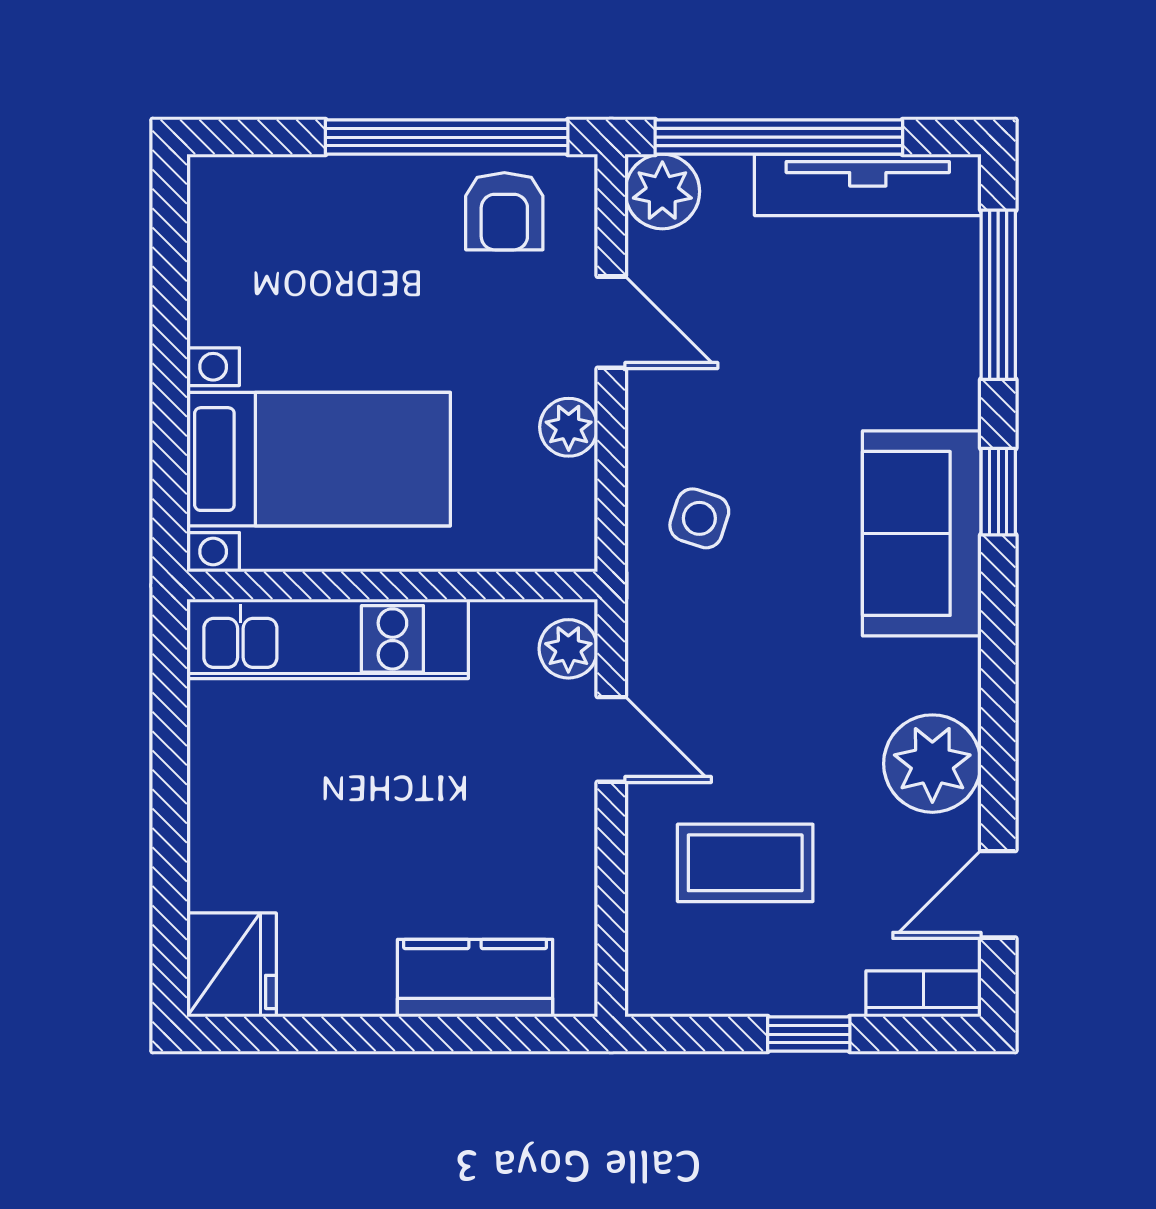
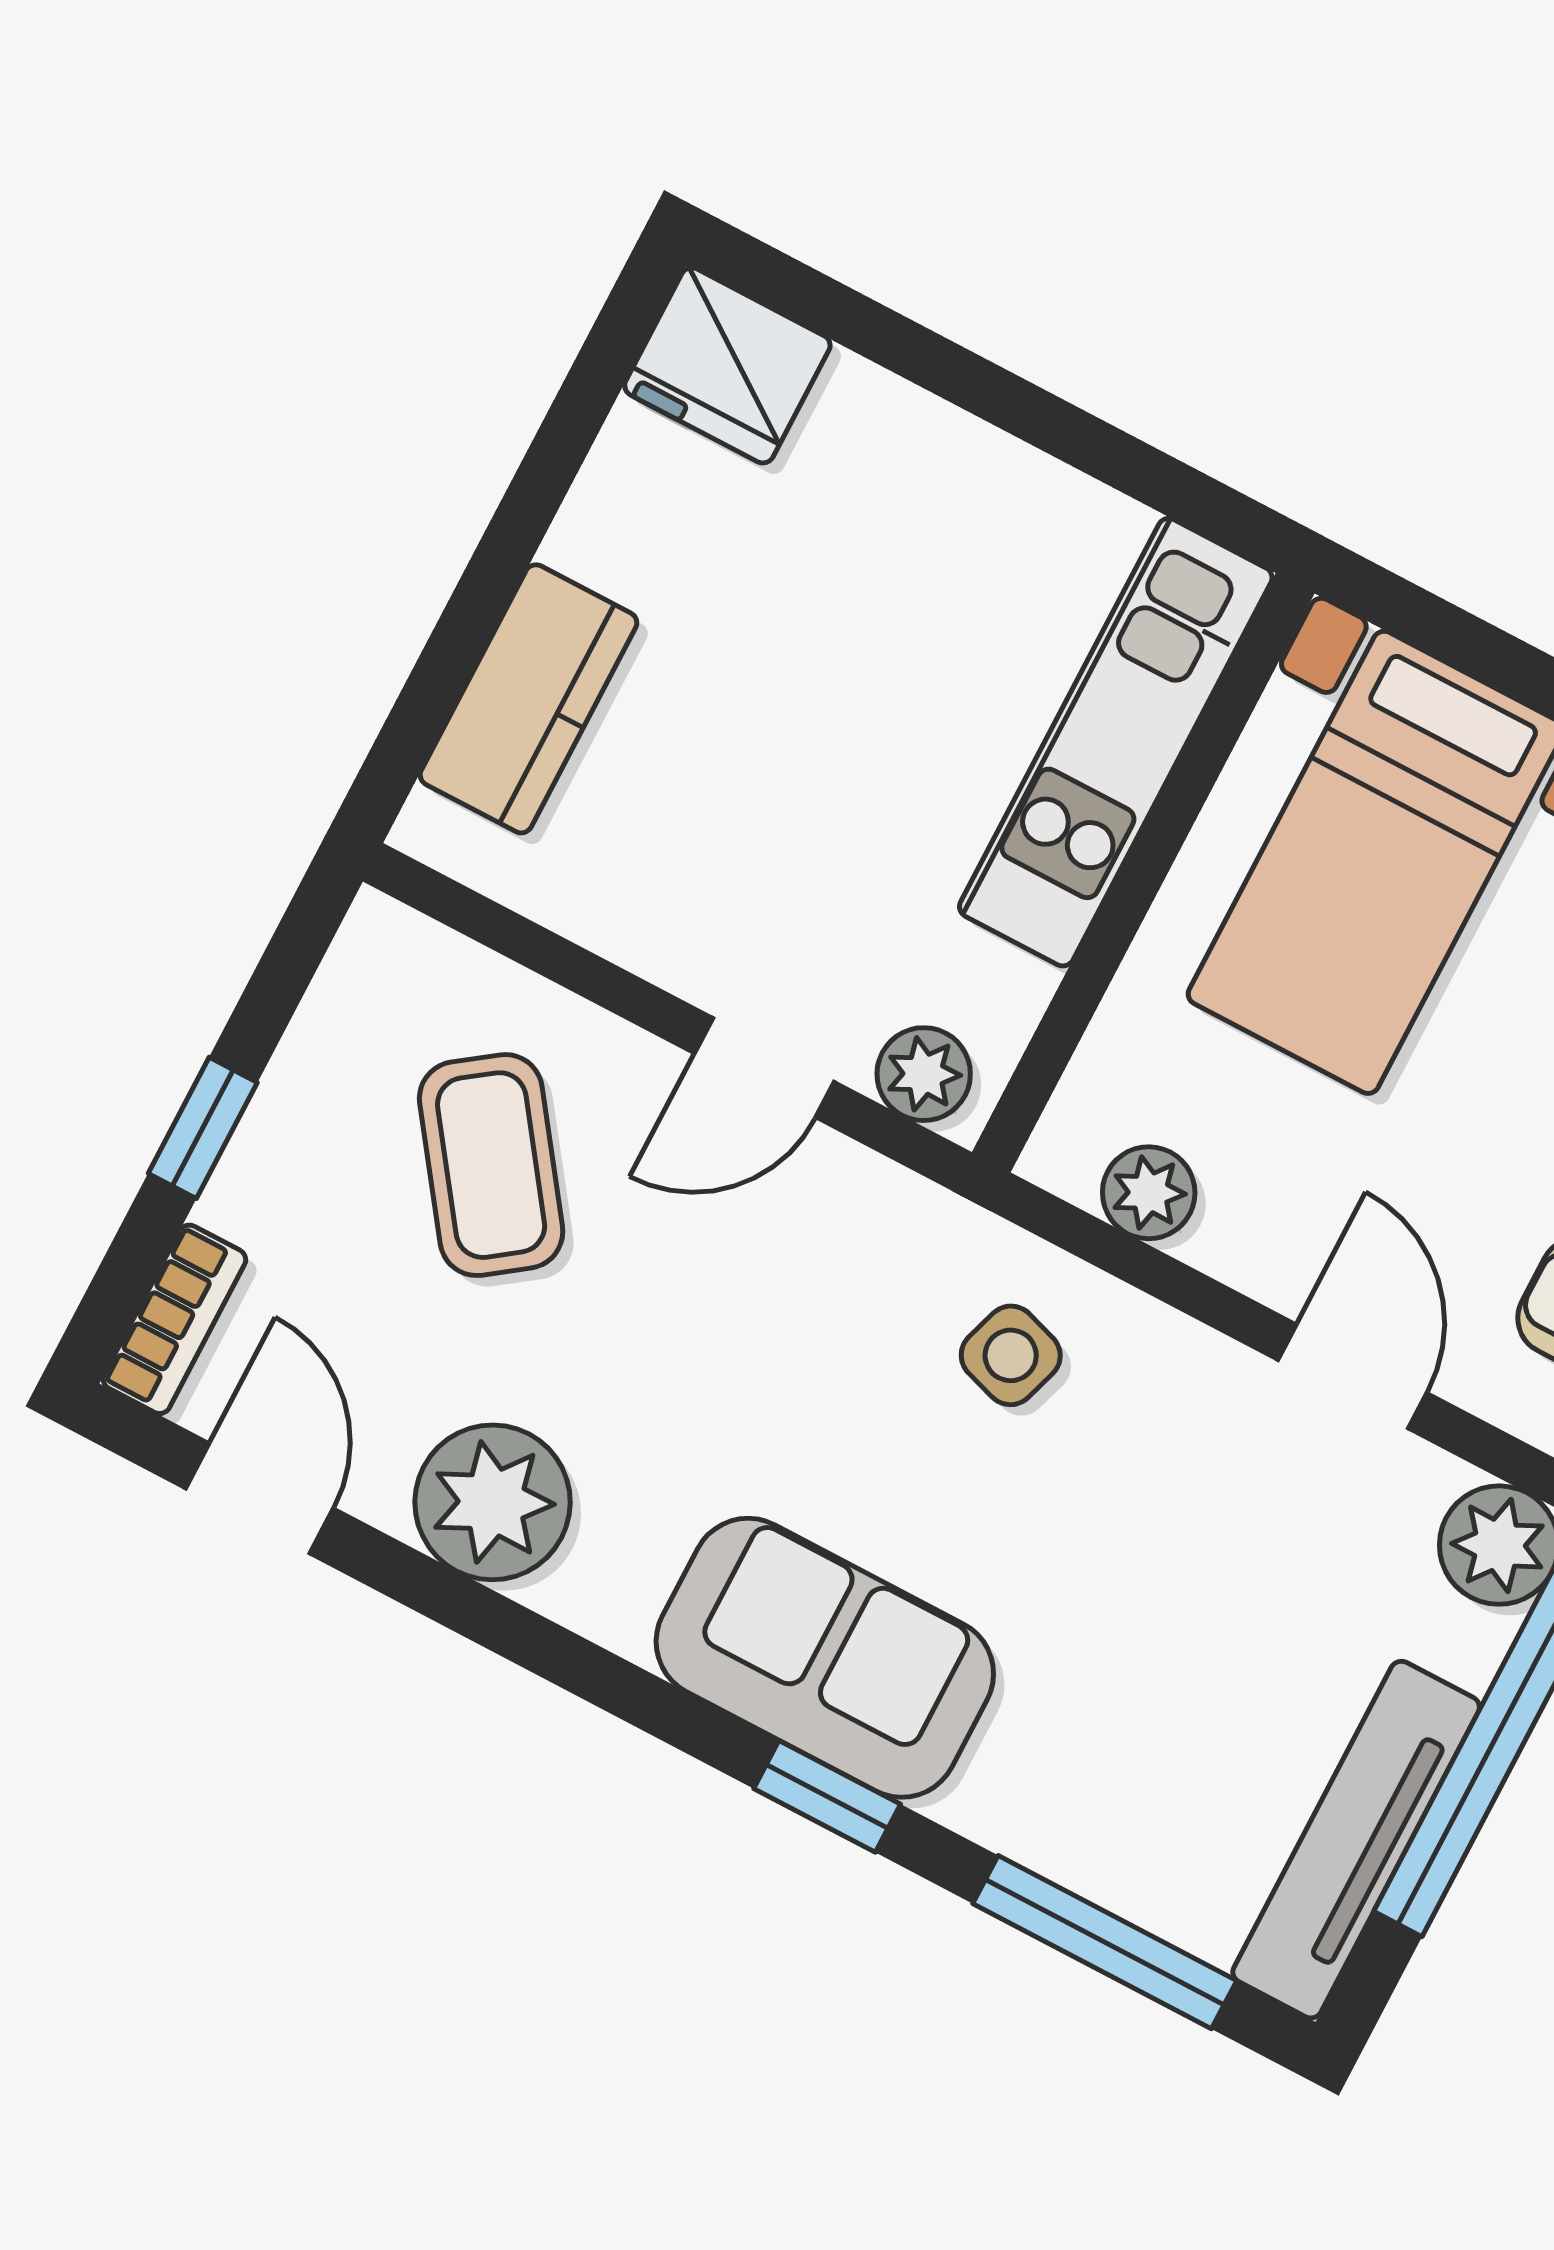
door: (611, 322) -> (1352, 1376), swing flipped
plant: (569, 427) -> (1149, 1193), moved
coffee table: (745, 863) -> (491, 1165), turned -36

